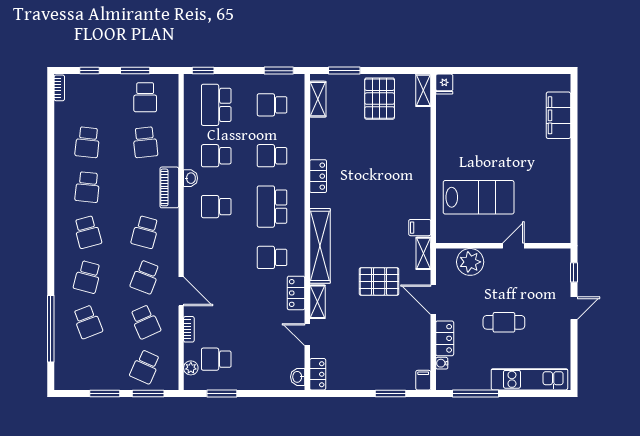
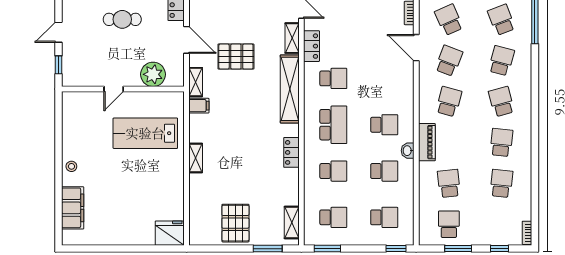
fridge: (444, 84) -> (170, 233), width x1.88, depth x1.34
shelving: (423, 90) -> (196, 158), moved
school desk: (216, 105) -> (384, 217), width x0.54
stool: (560, 161) -> (71, 166), added

